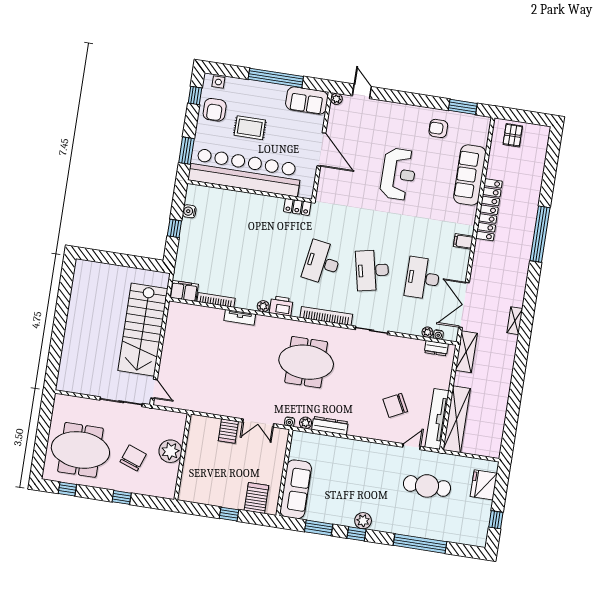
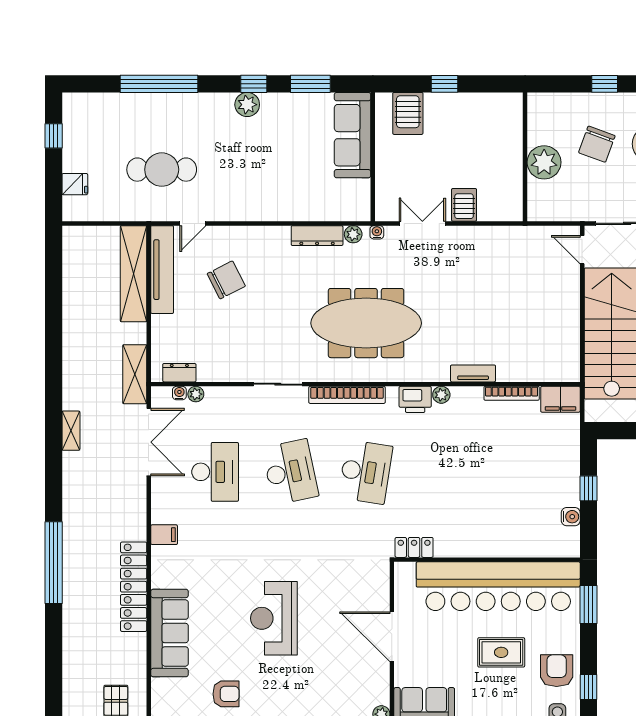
meeting table: (306, 362) -> (366, 323), width x1.36
fridge: (484, 485) -> (75, 184), width x0.53, depth x0.75

